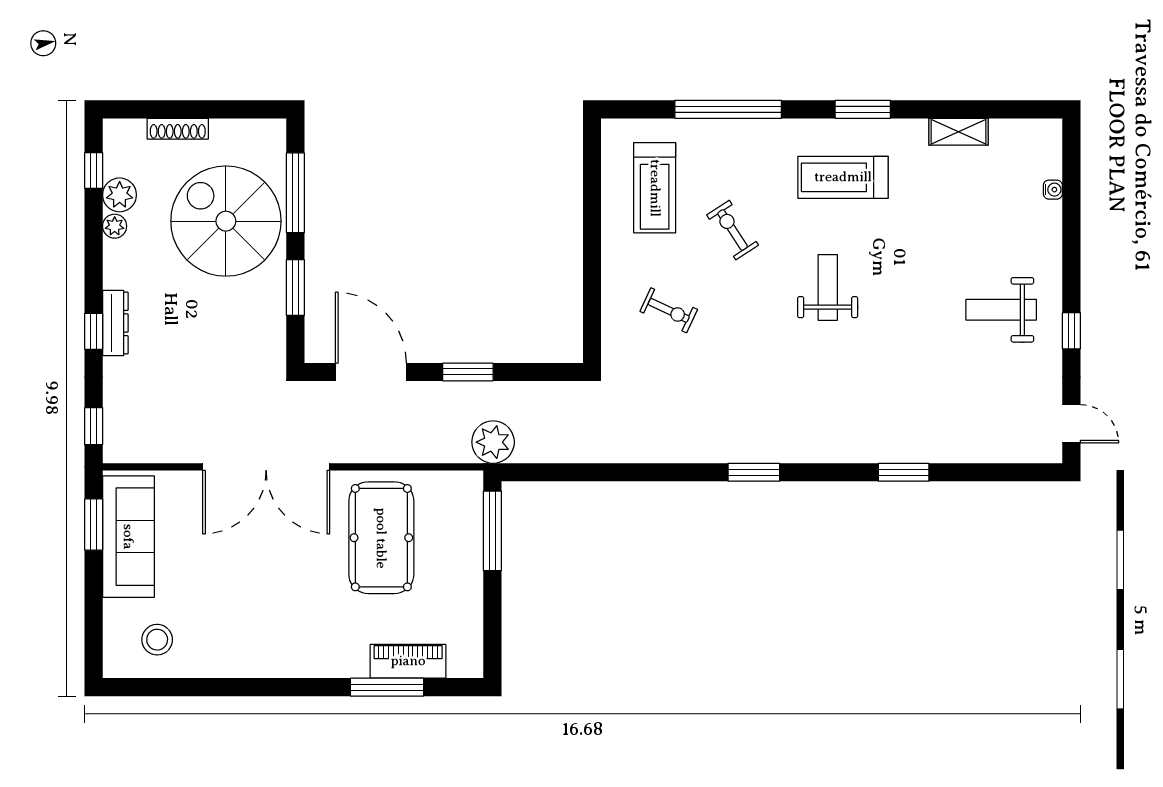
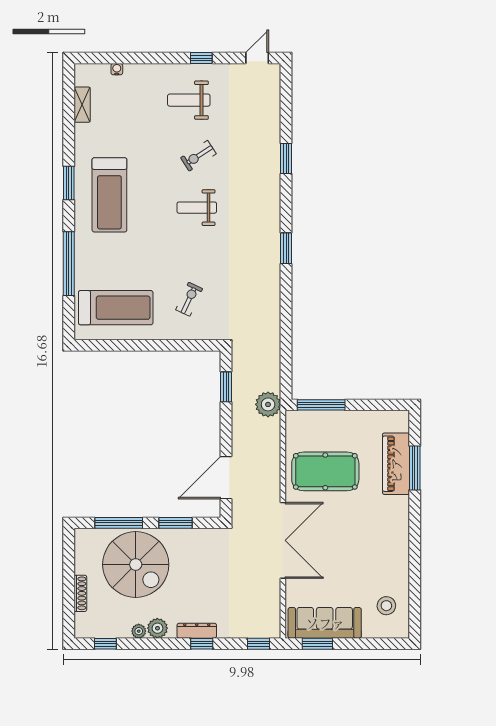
shelving: (958, 132) -> (82, 105), moved
treadmill: (843, 177) -> (109, 195), width x1.37, depth x1.38
treadmill: (655, 188) -> (116, 308), width x1.37, depth x1.38
plant: (120, 195) -> (157, 628), moved
spiral stairs: (226, 221) -> (136, 564), turned -90
exercise bike: (733, 230) -> (198, 156), moved
weight bench: (828, 287) -> (197, 208), moved
weight bench: (1001, 310) -> (189, 100), turned 90
window: (468, 372) -> (226, 387), moved
piano: (408, 661) -> (396, 464), width x1.37, depth x1.33

